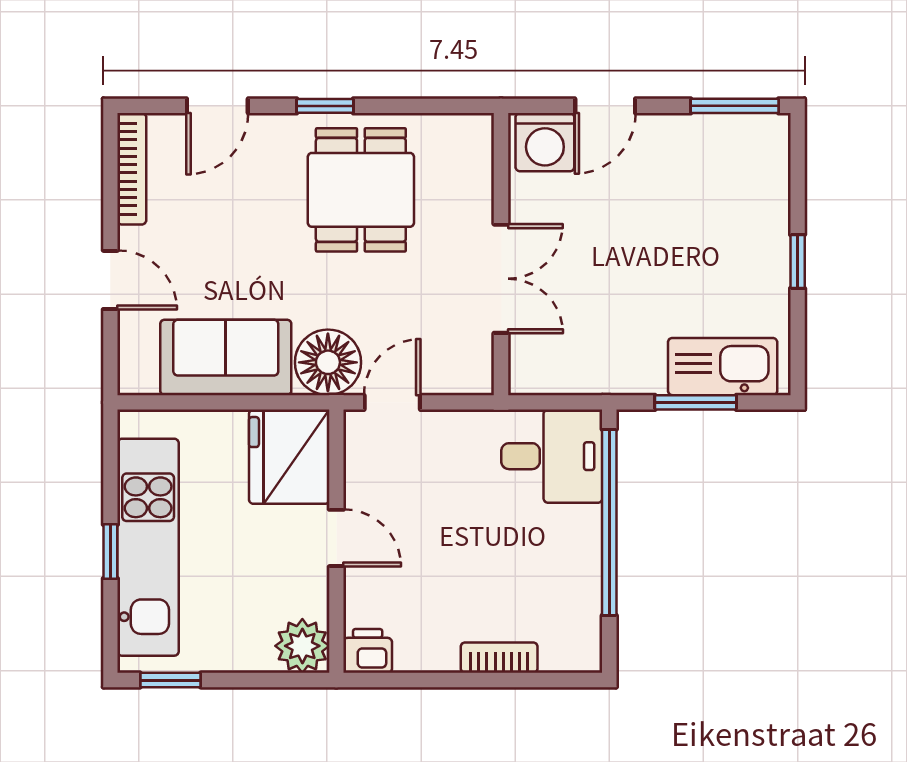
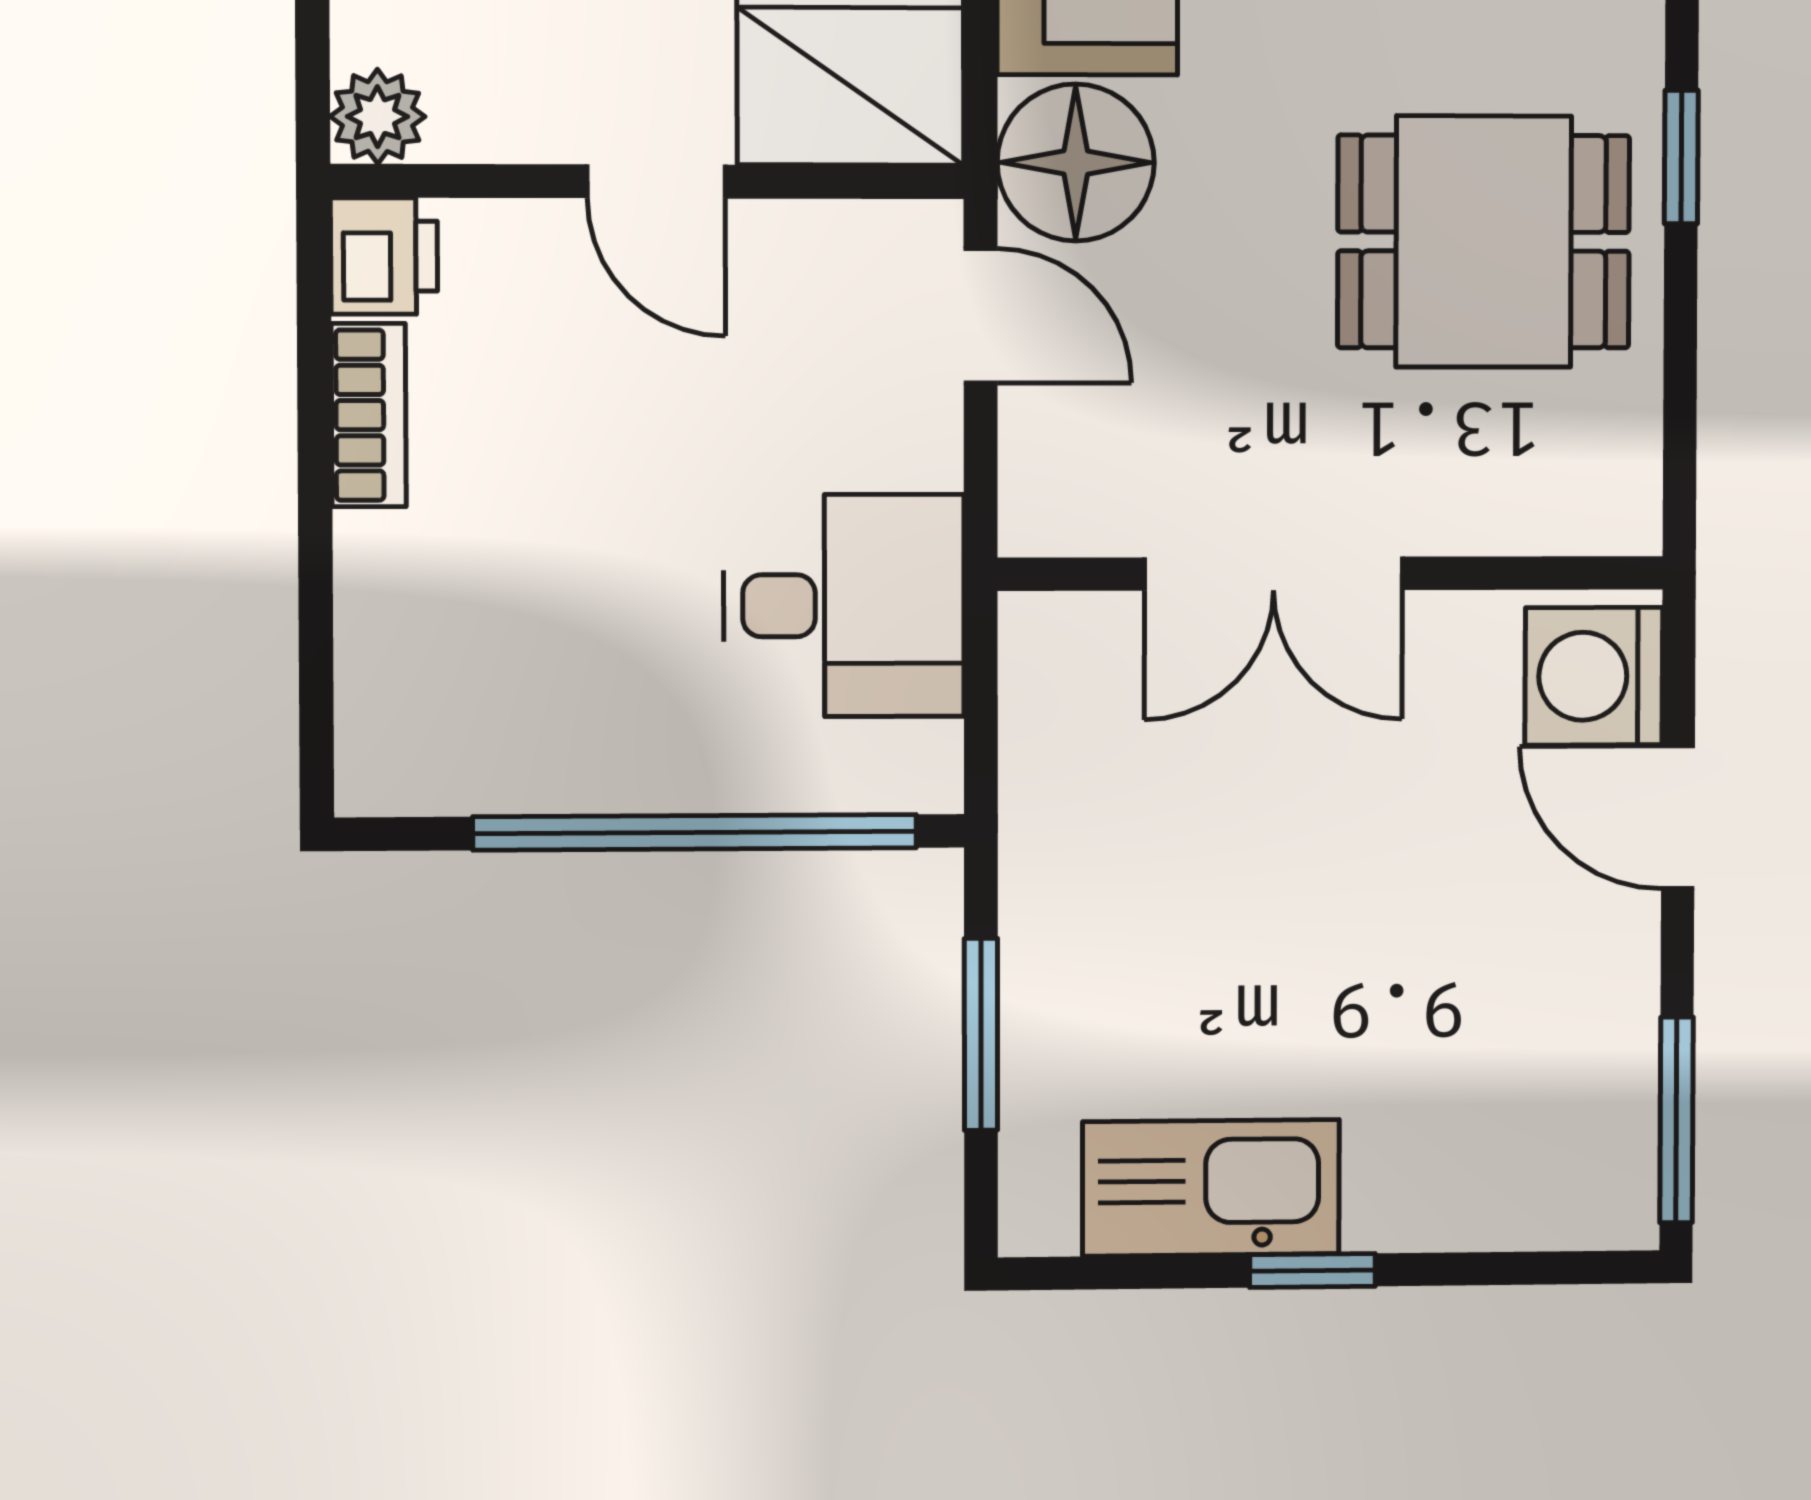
kitchen sink: (723, 367) -> (1211, 1188), moved, turned -90
desk: (552, 456) -> (844, 606), moved, turned -90
door: (336, 538) -> (656, 181), hinge flipped
plant: (302, 646) -> (378, 117), width x0.73, depth x0.73
bookcase: (499, 658) -> (369, 415), moved

